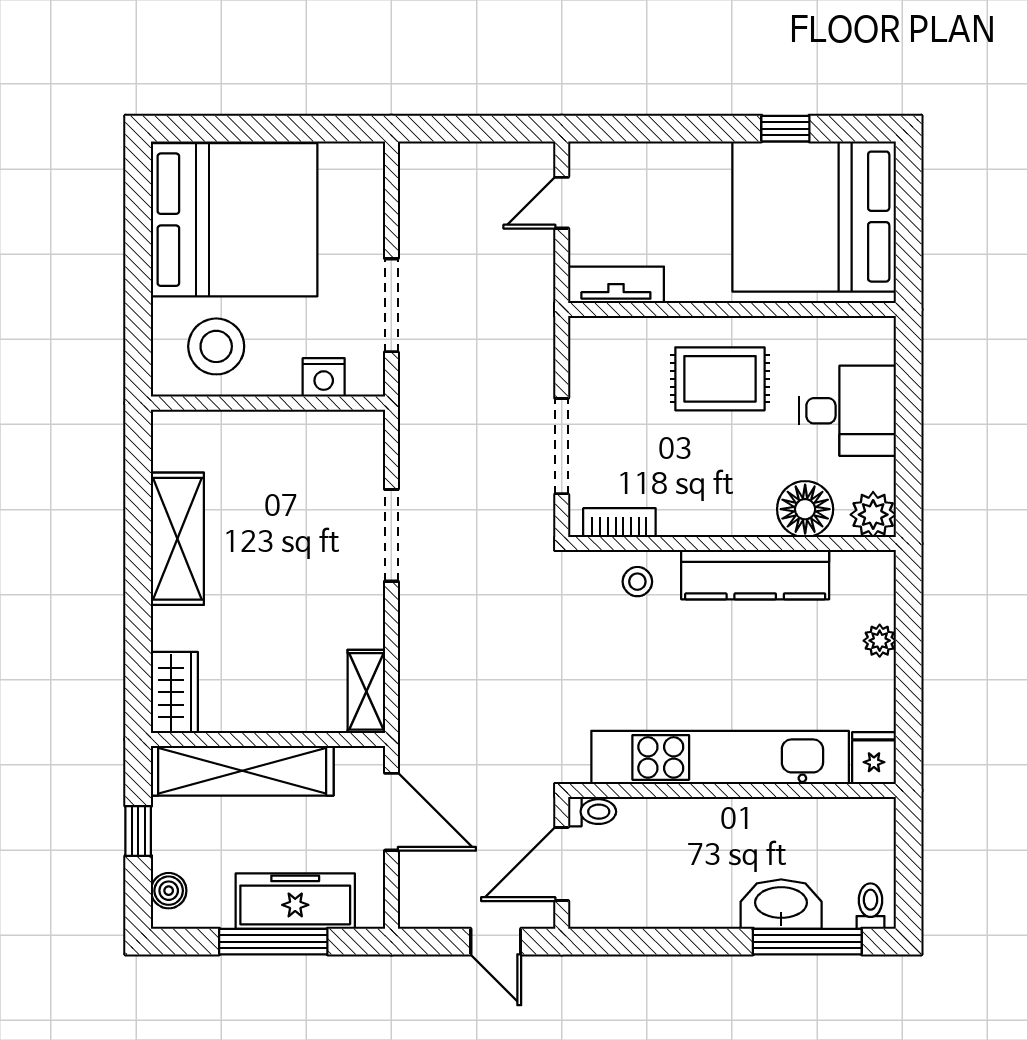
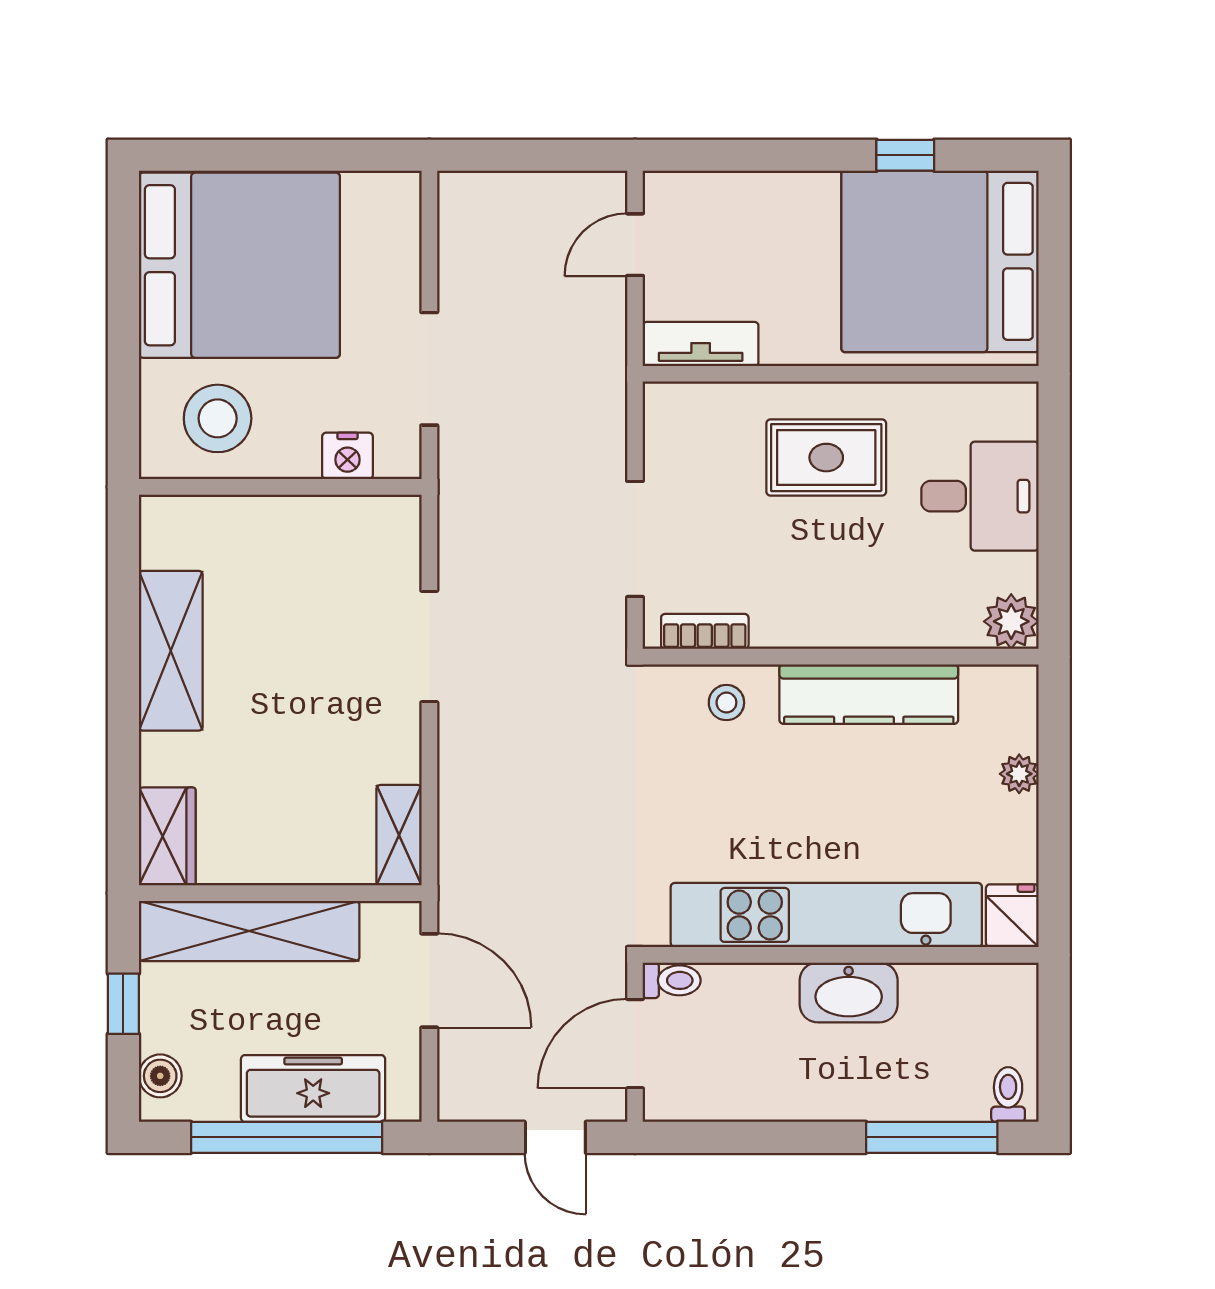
floor lamp: (805, 509) -> (929, 615), removed
washbasin: (781, 904) -> (849, 992), moved, turned 180
window: (273, 942) -> (287, 1137), width x1.46

